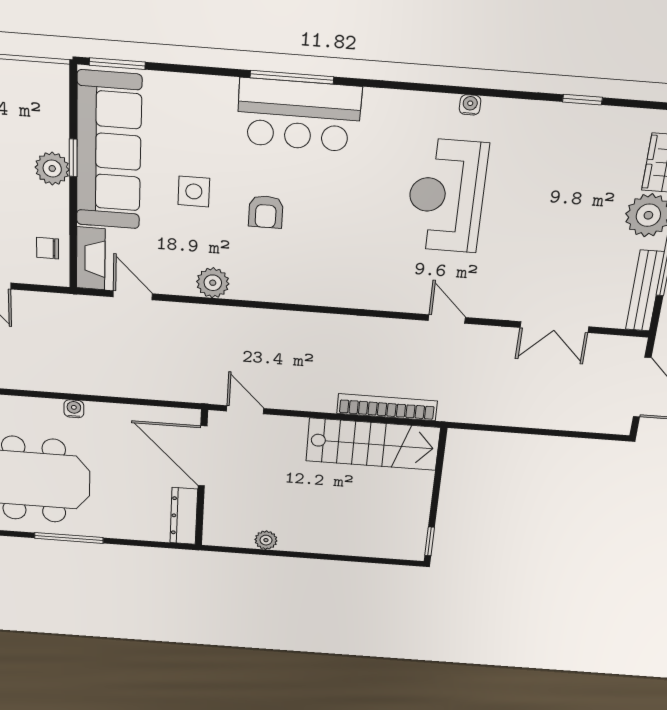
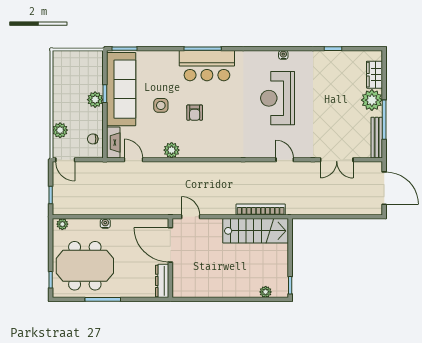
plant: (266, 540) -> (266, 292), moved

